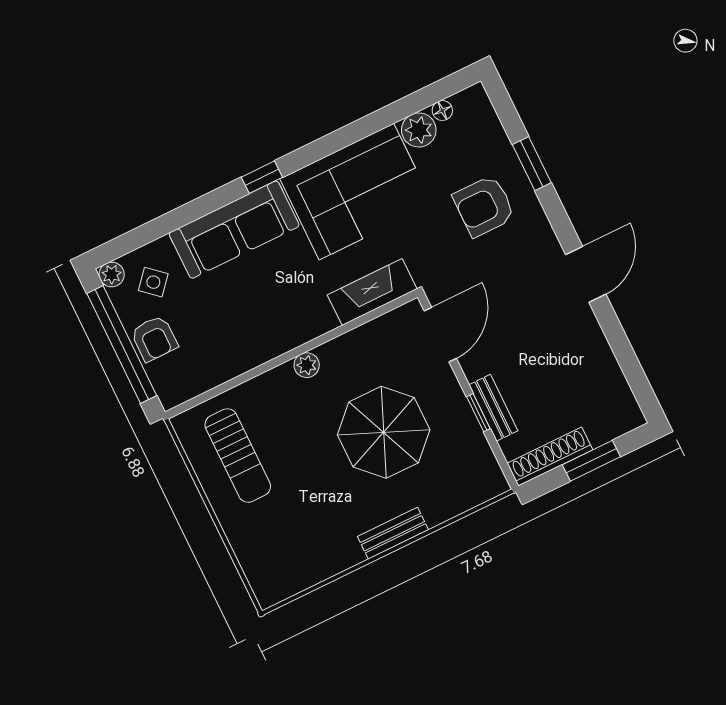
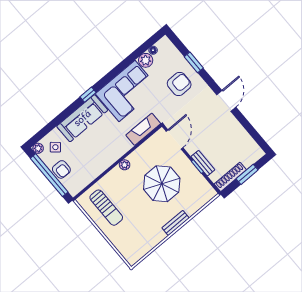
armchair: (484, 206) -> (179, 84), turned 180

